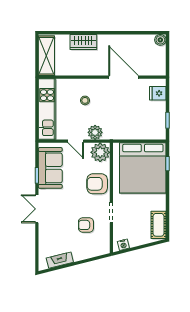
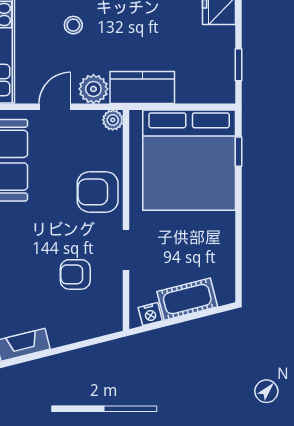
kitchen counter: (119, 132) -> (142, 87), added
door: (76, 141) -> (55, 107), swing flipped
plant: (100, 152) -> (113, 120), width x0.53, depth x0.53
cot: (158, 225) -> (187, 299), moved, turned 76

